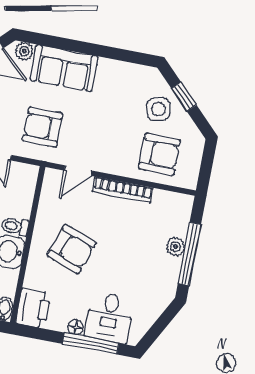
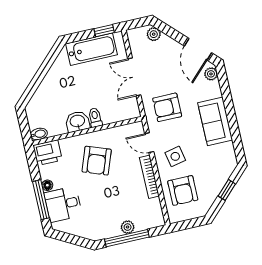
sofa: (64, 68) -> (215, 121), moved
side table: (159, 109) -> (175, 156), moved
armchair: (43, 127) -> (167, 107), turned -90

